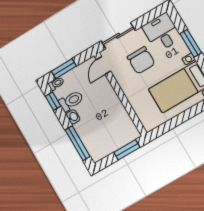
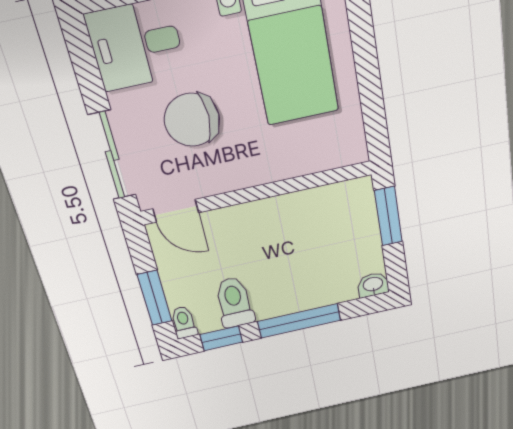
chair: (141, 60) -> (192, 120), turned 180
washbasin: (73, 117) -> (373, 285), moved
window: (78, 143) -> (299, 321), moved

